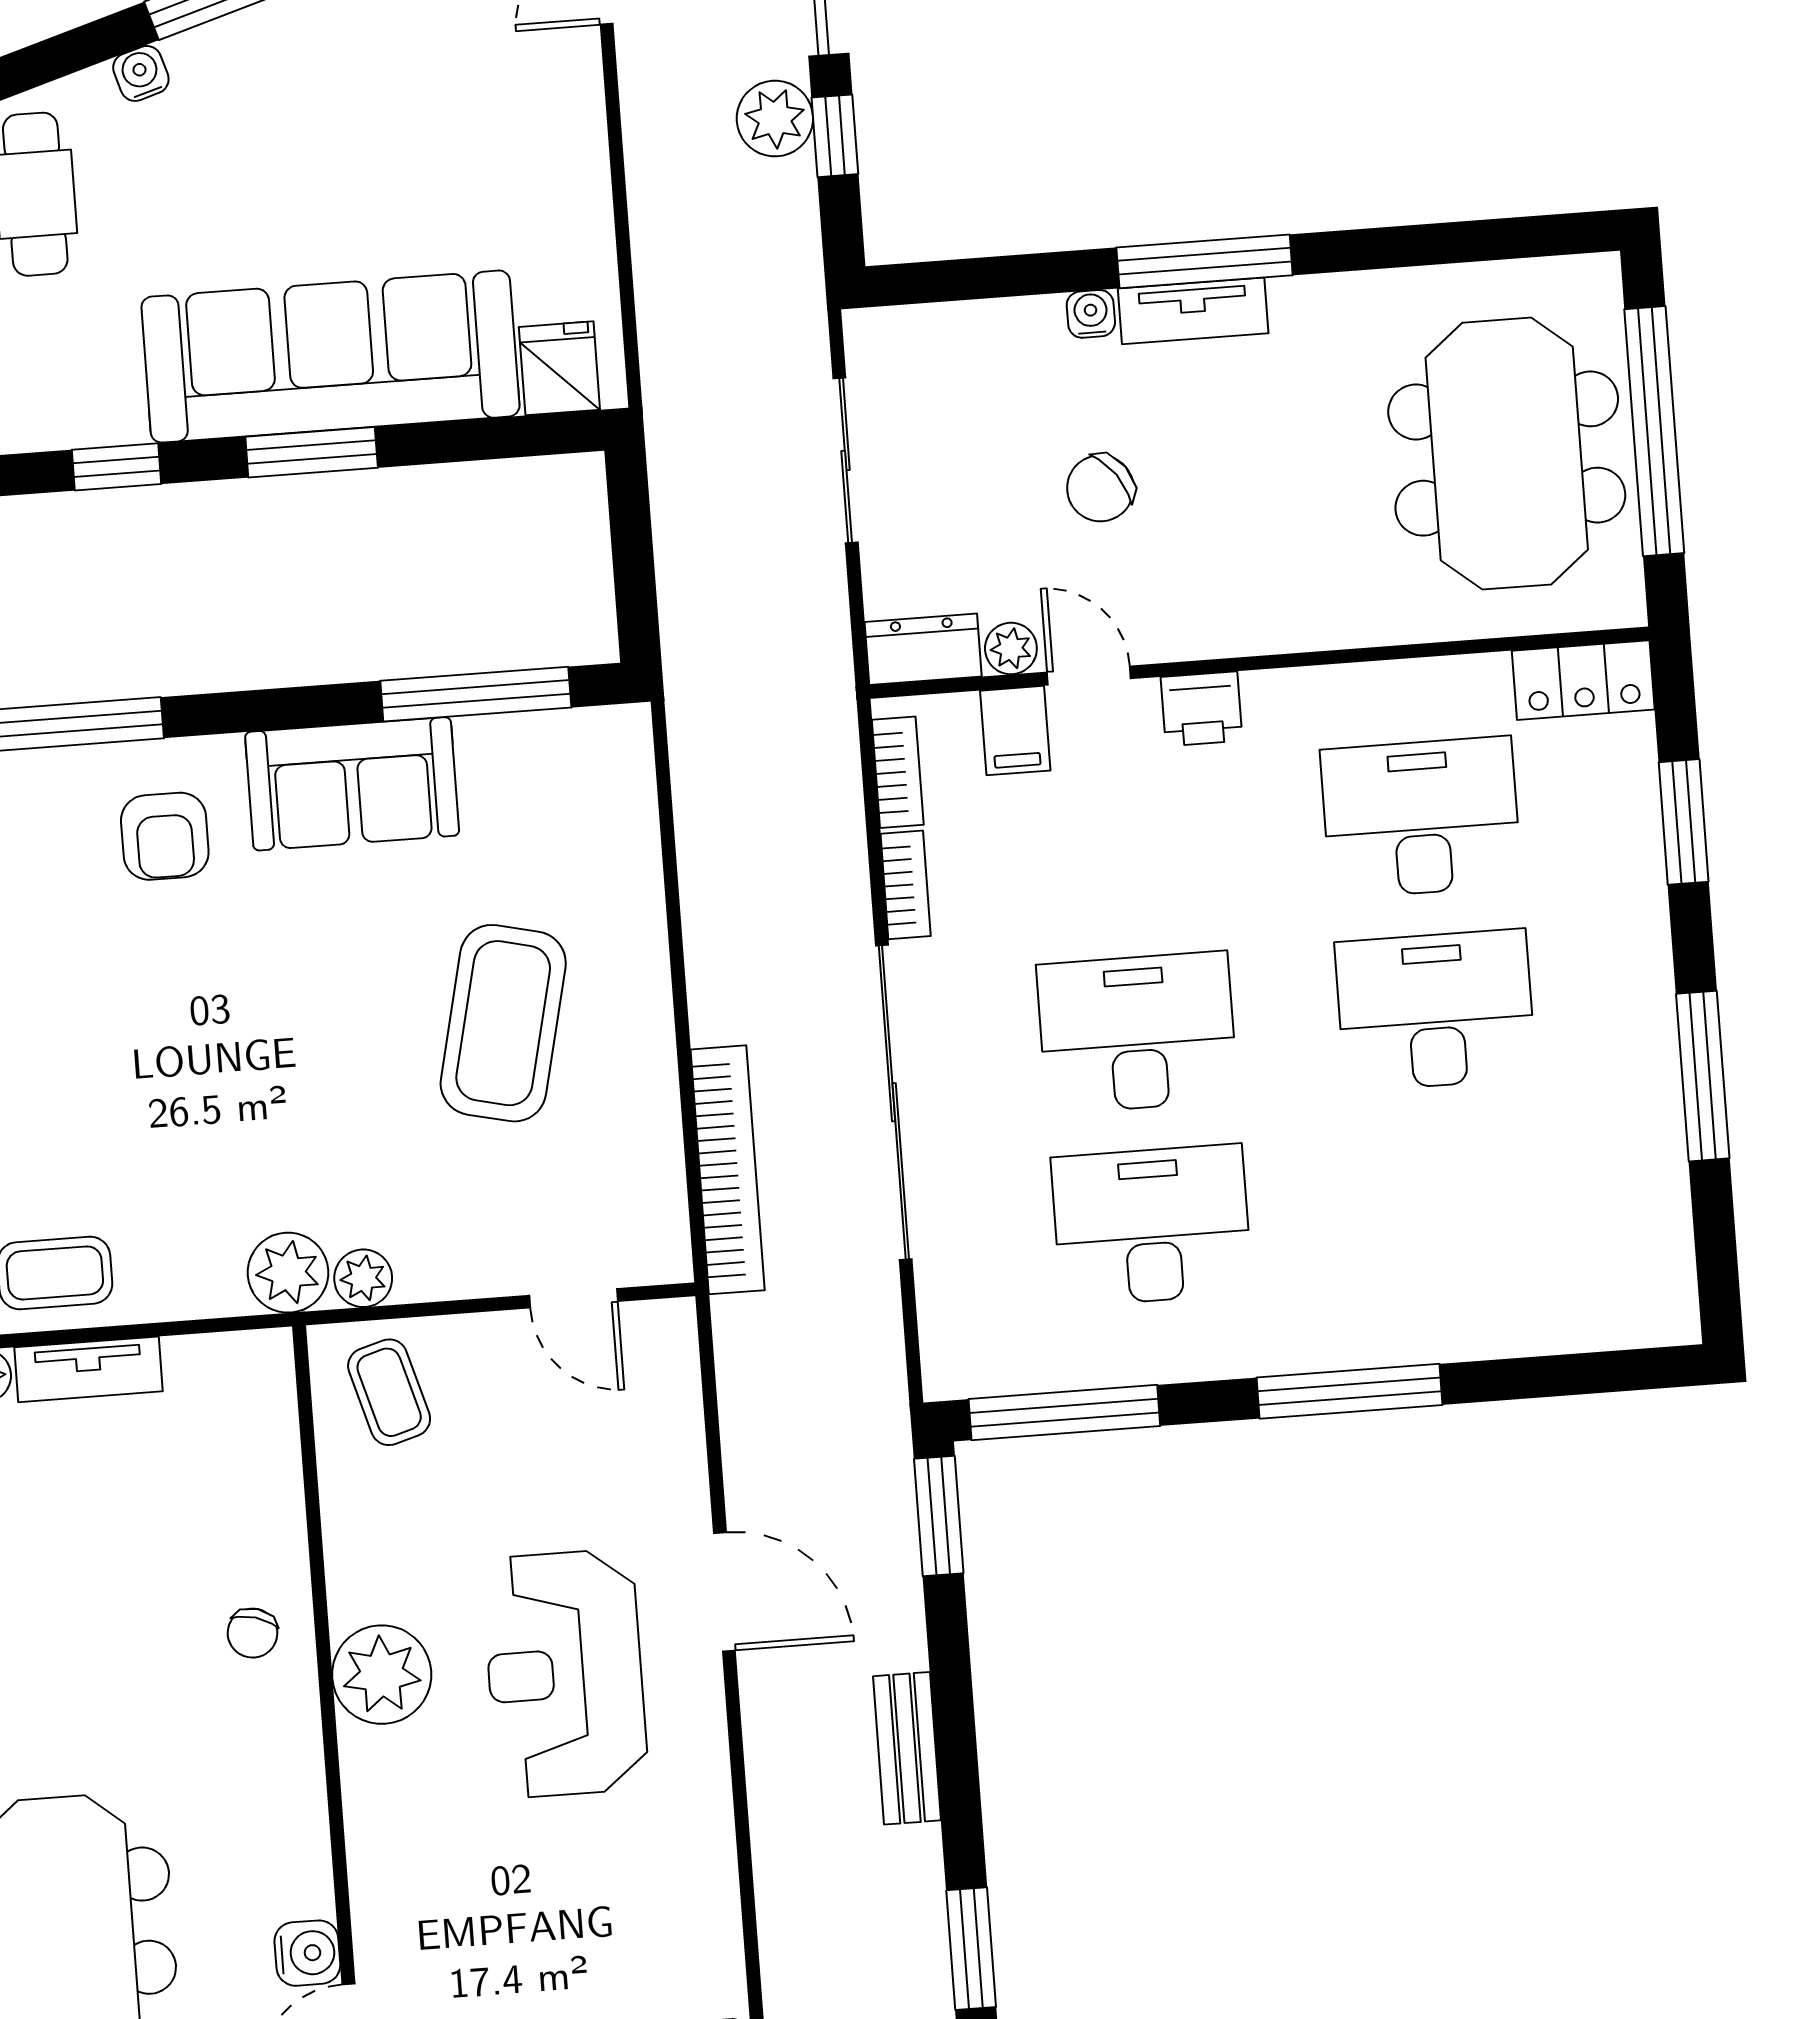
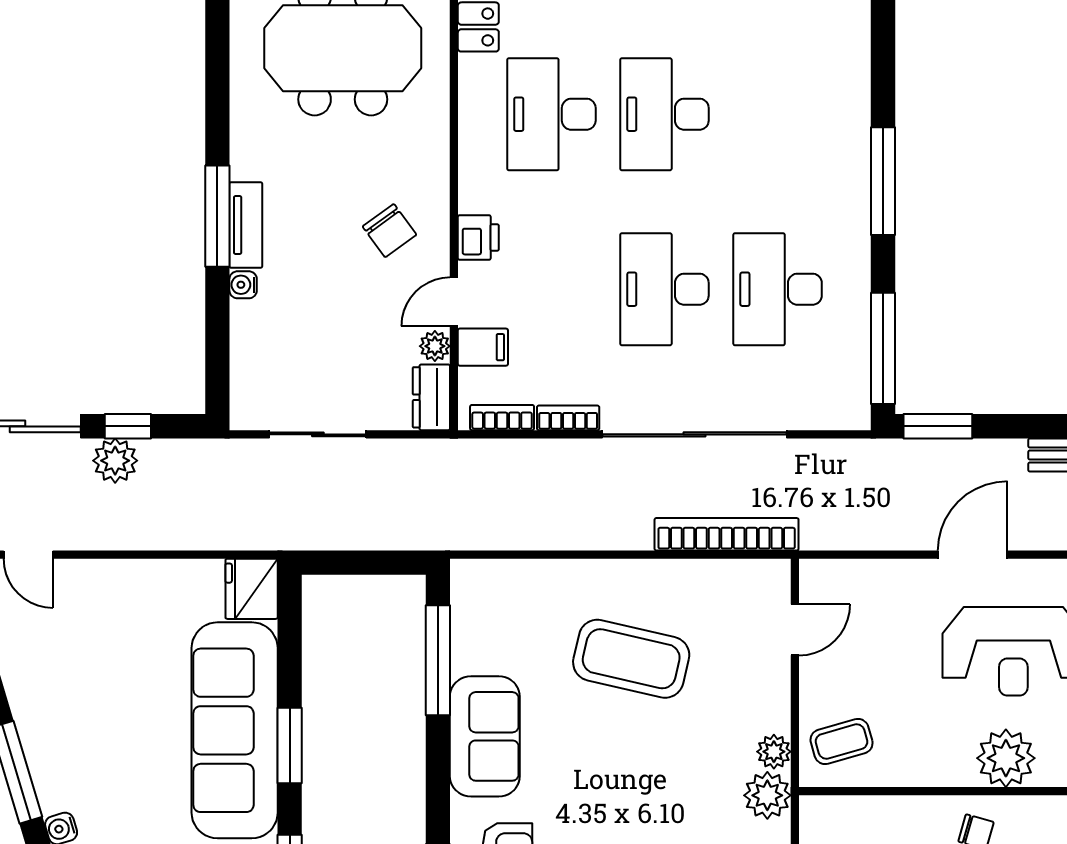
fridge: (559, 368) -> (252, 589), width x1.38
chair: (1100, 488) -> (389, 231), moved

